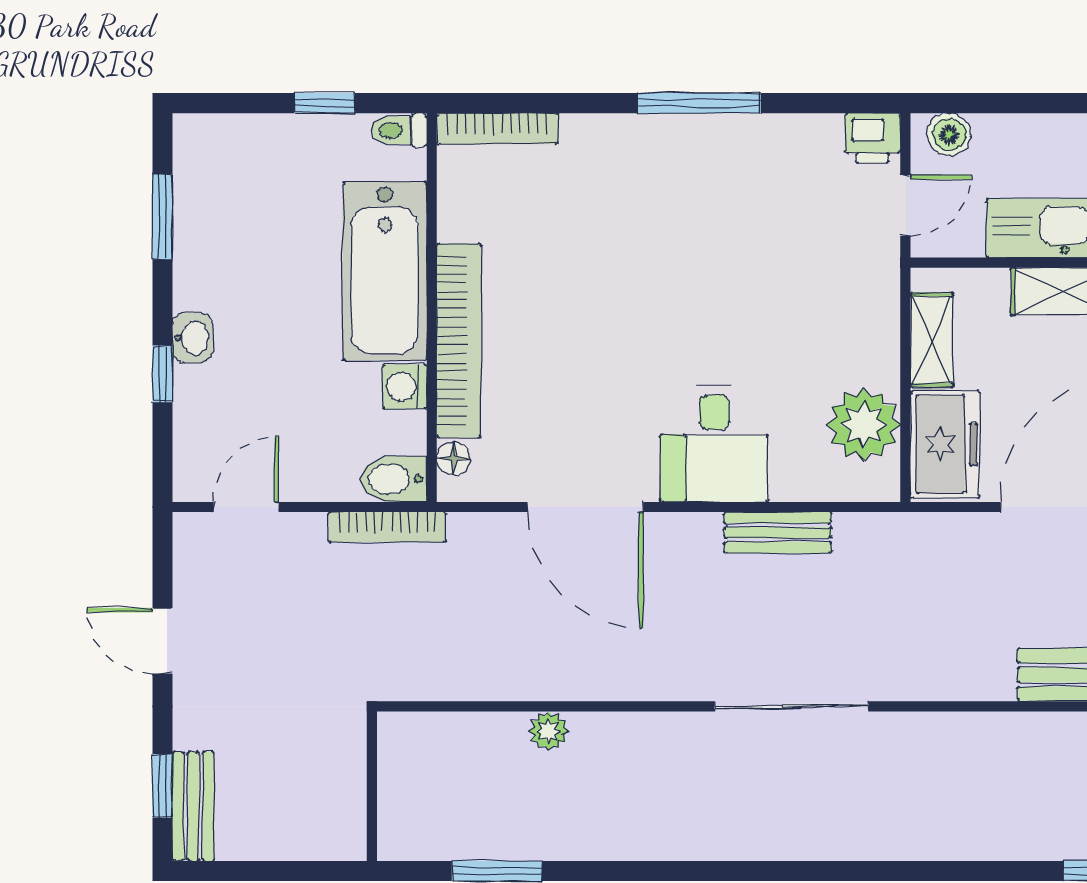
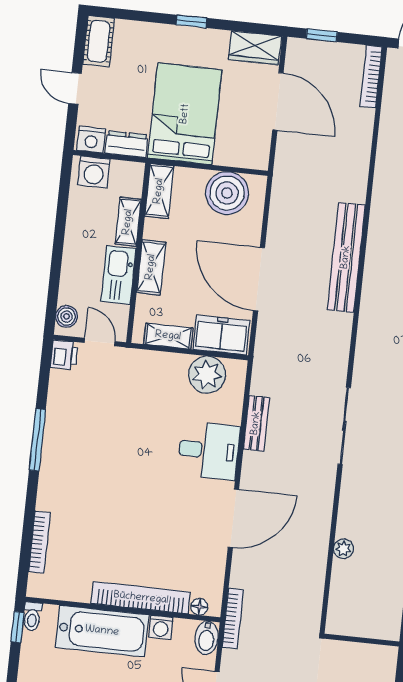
toilet: (399, 130) -> (32, 616), moved
bathtub: (385, 271) -> (102, 631), moved
wall: (432, 308) -> (123, 609), moved
bookcase: (459, 341) -> (141, 598), moved
washing machine: (405, 387) -> (161, 627), moved
floor lamp: (453, 458) -> (199, 607), moved
bidet: (394, 479) -> (207, 638), moved

